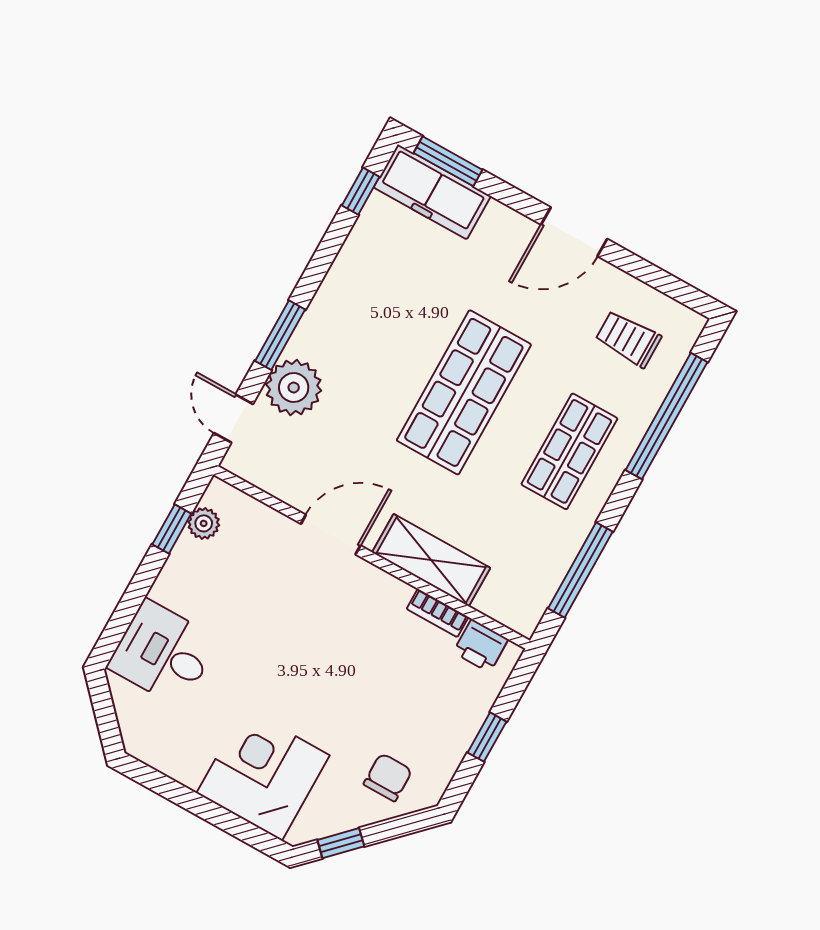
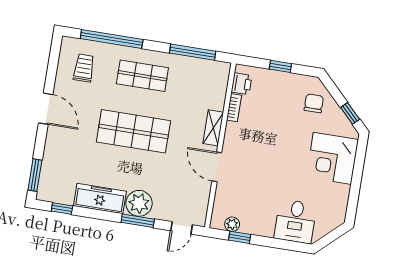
freezer: (432, 192) -> (100, 199), moved, turned -90
trolley: (628, 339) -> (84, 68), turned 180
plant: (294, 387) -> (139, 203), moved
shelving: (431, 560) -> (213, 128), width x0.67, depth x0.75
chair: (388, 777) -> (314, 103), turned 90

